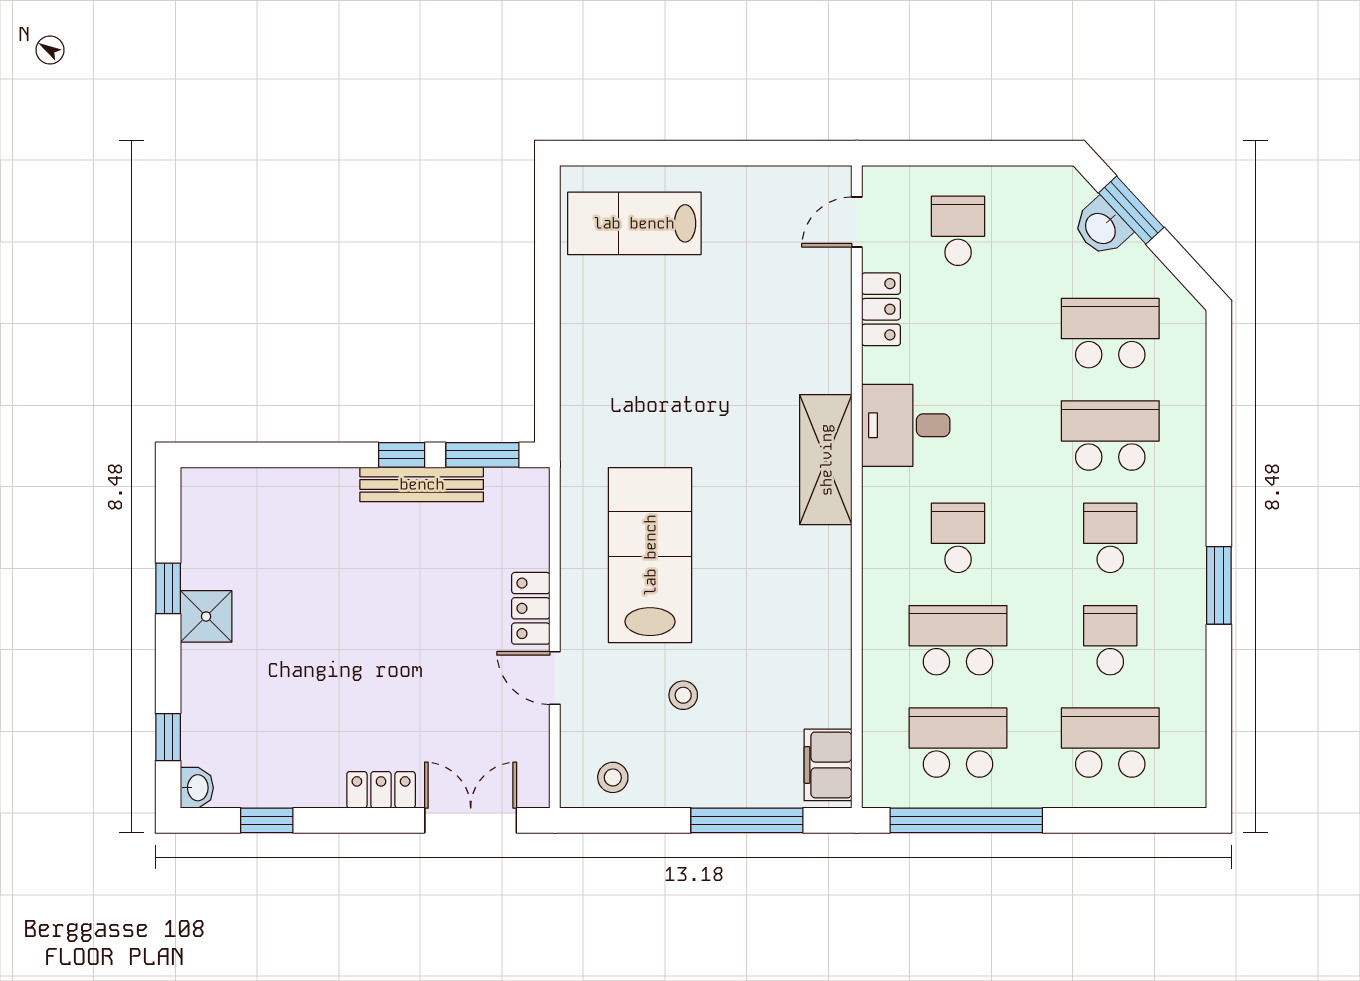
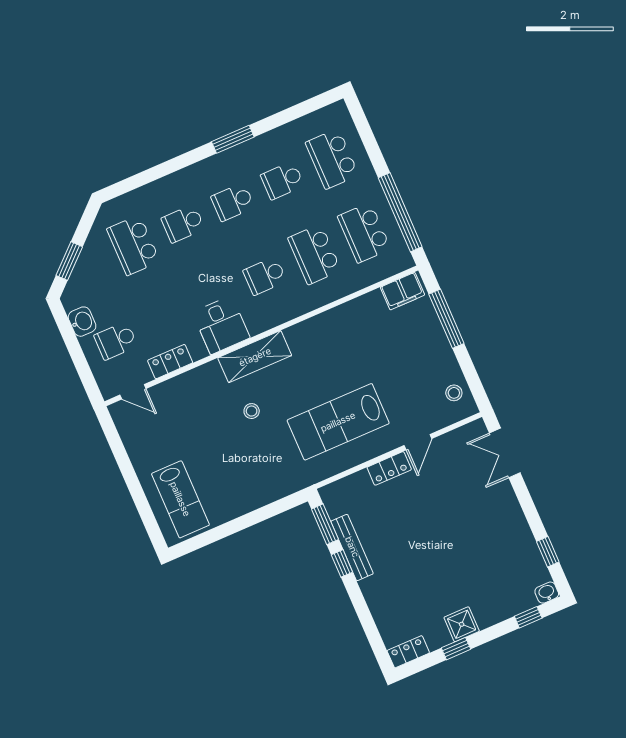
washbasin: (1101, 228) -> (82, 322), moved, turned -47
school desk: (1110, 436) -> (183, 224), width x0.54
stool: (683, 695) -> (252, 411), moved
locker: (381, 790) -> (408, 652), moved, turned 90

